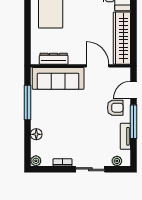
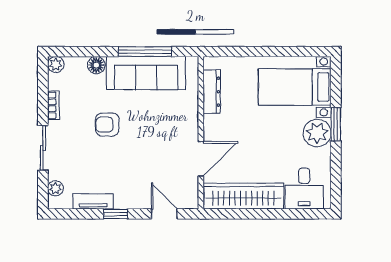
sofa: (58, 78) -> (146, 73), moved, turned -90
armchair: (115, 108) -> (107, 125), moved, turned 90
window: (134, 122) -> (116, 214), width x0.46

